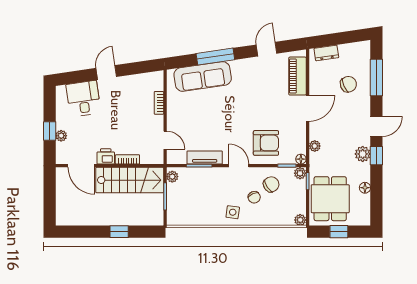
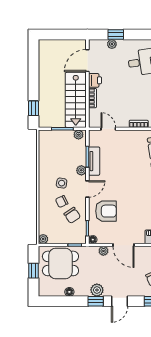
door: (308, 108) -> (123, 245), moved
door: (376, 126) -> (120, 301), hinge flipped
door: (165, 140) -> (108, 129), swing flipped
armchair: (266, 143) -> (106, 211), turned -90
plant: (300, 173) -> (81, 170), moved
side table: (233, 212) -> (62, 183), moved
window: (119, 232) -> (34, 108), moved

